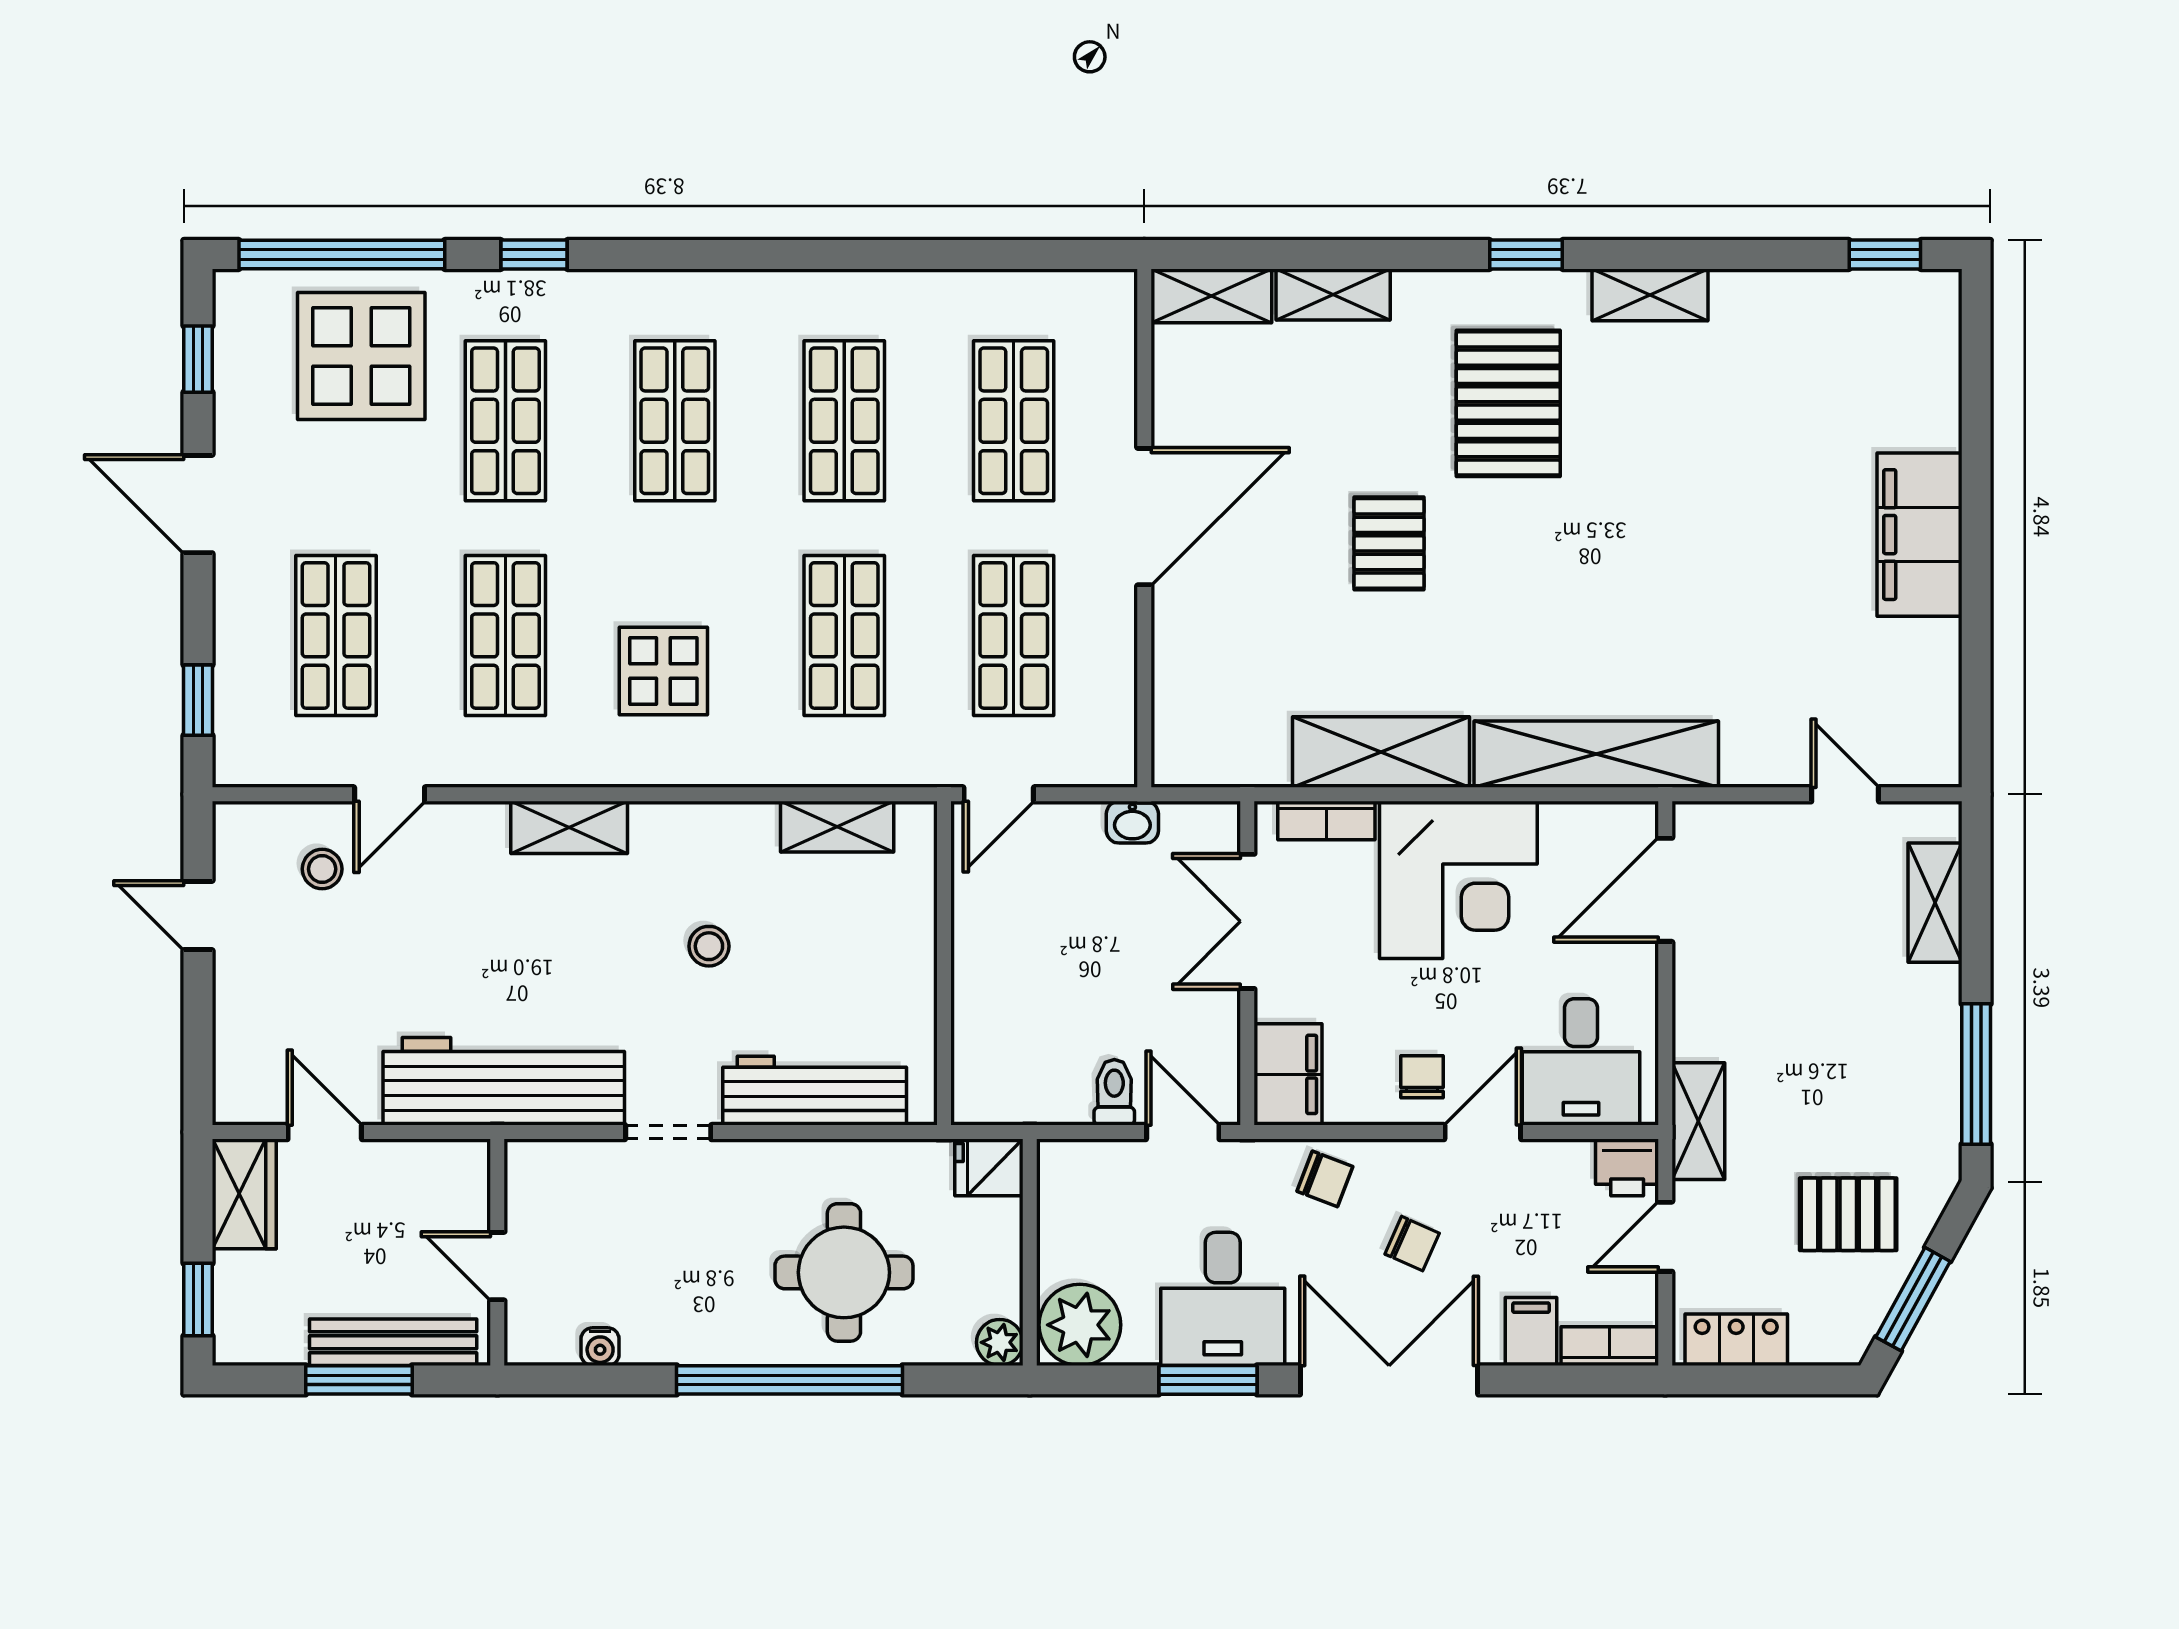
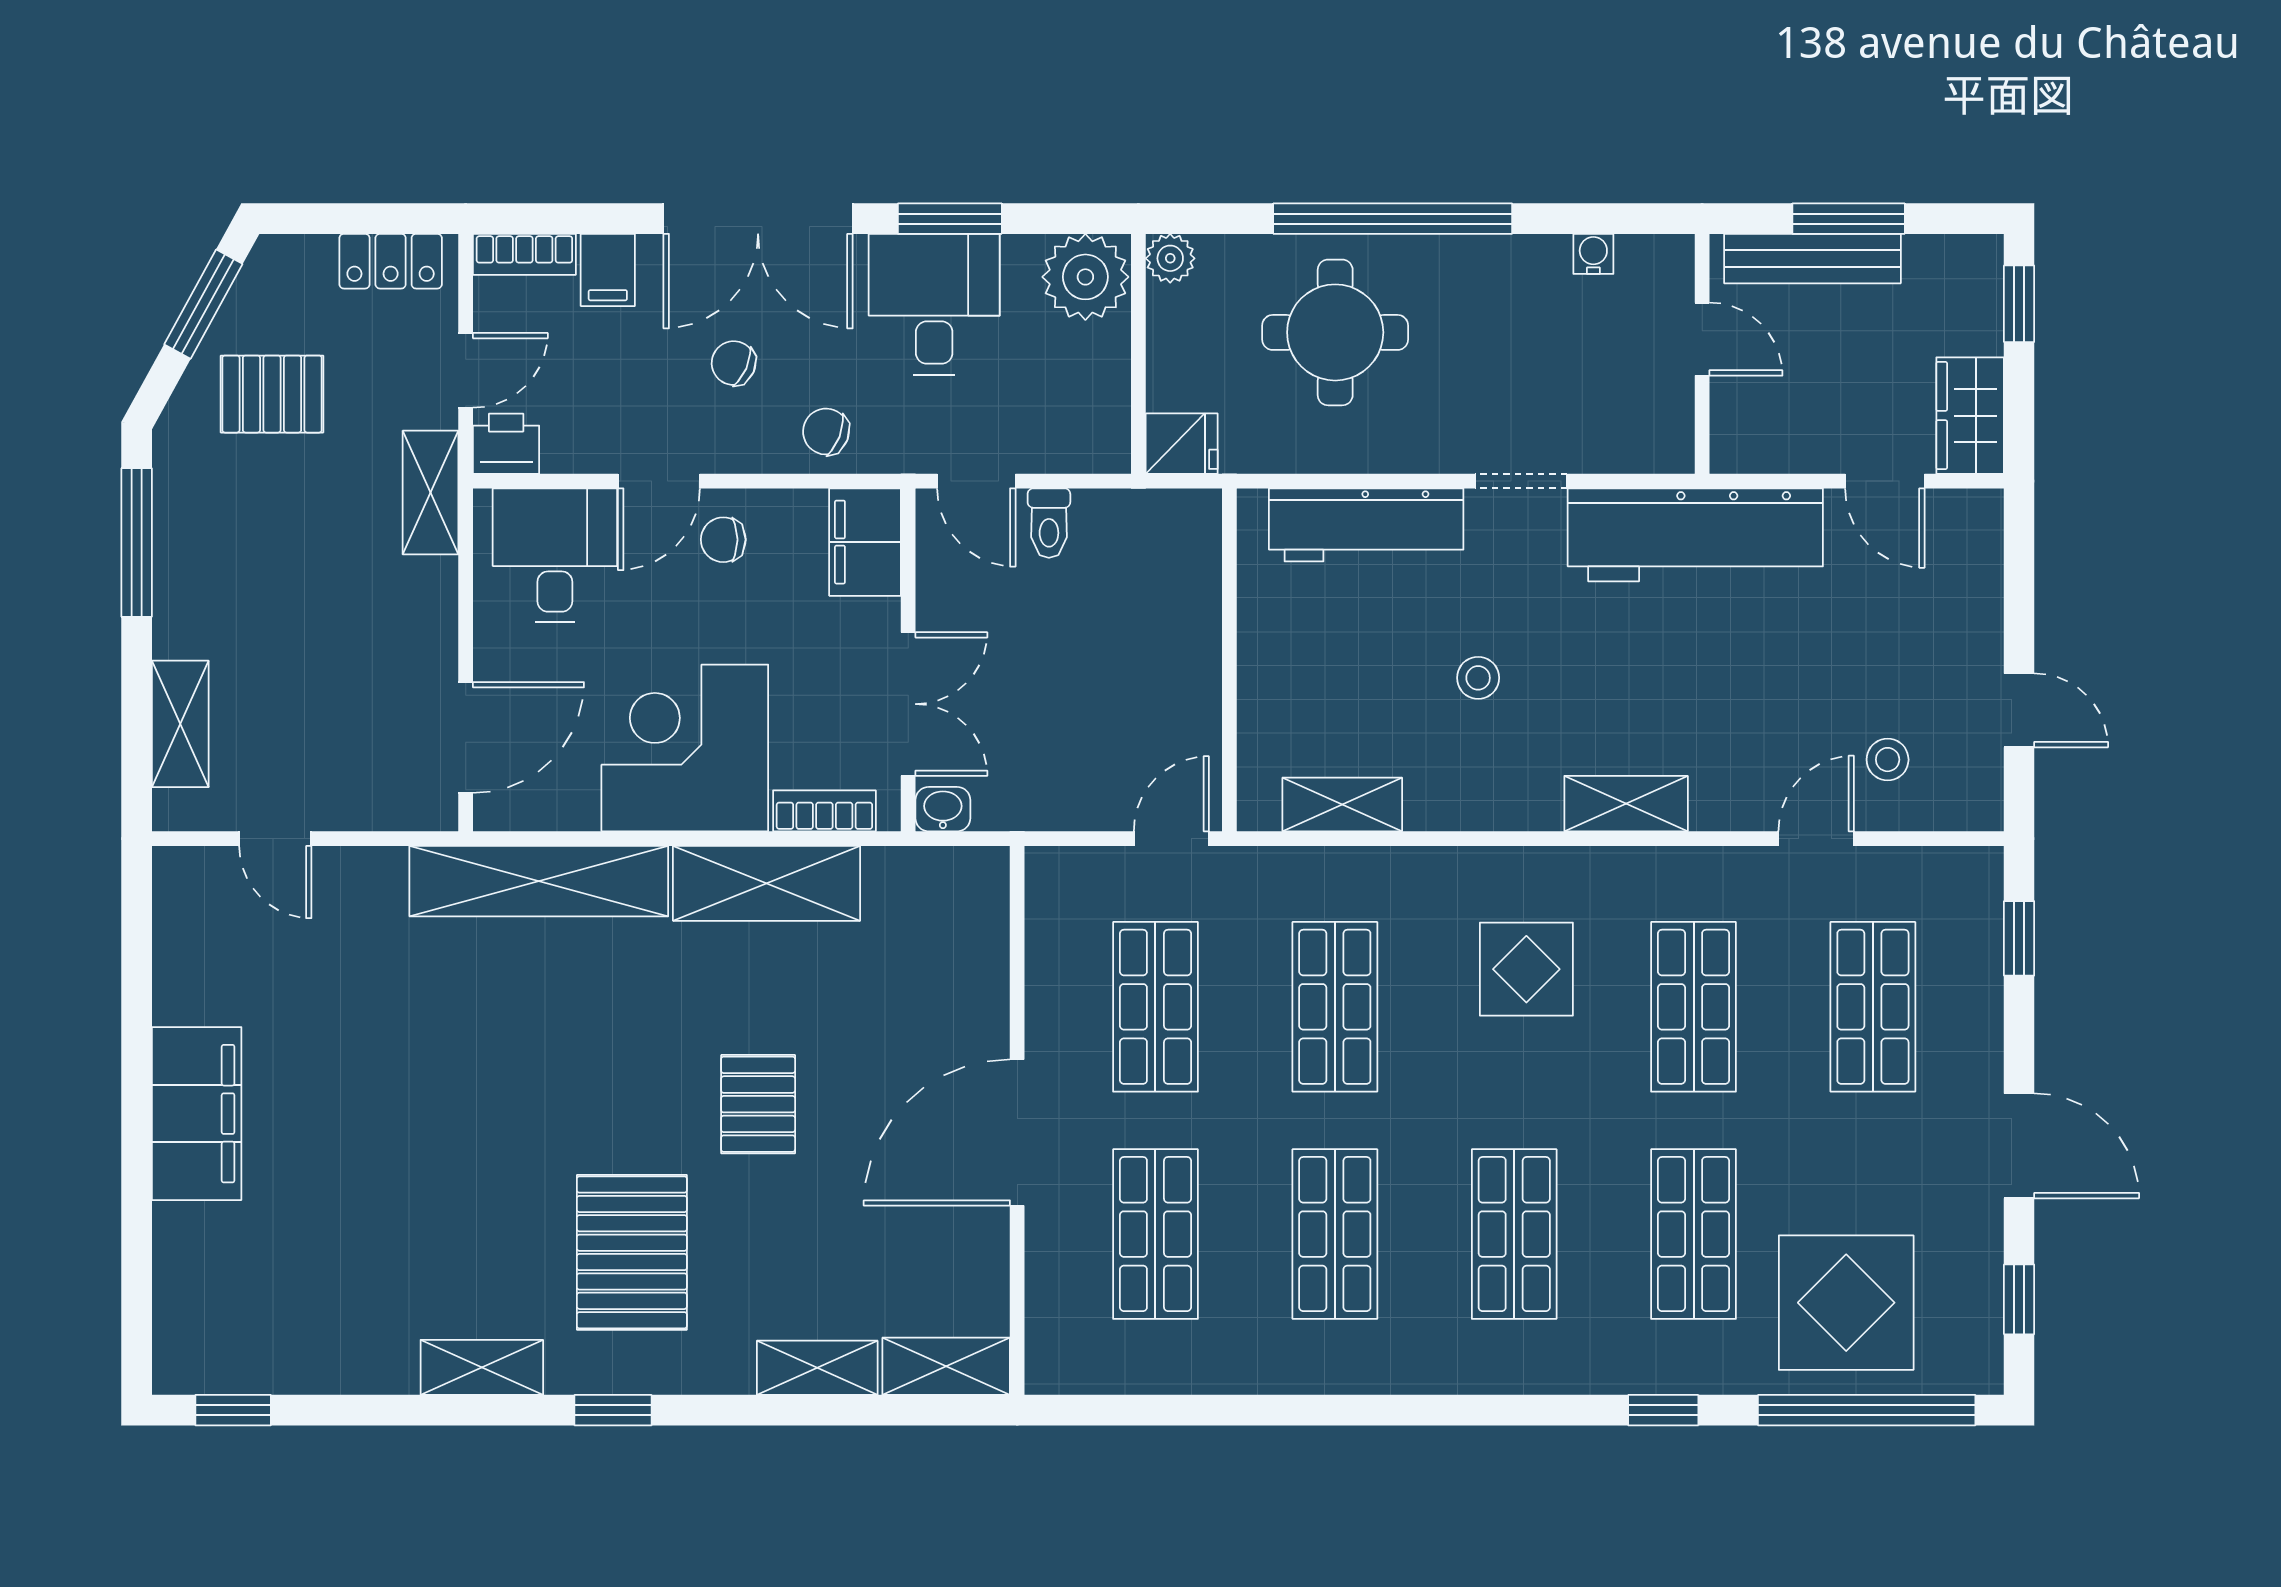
washbasin: (1132, 822) -> (943, 809), moved
chair: (1422, 1077) -> (723, 540), turned 90

